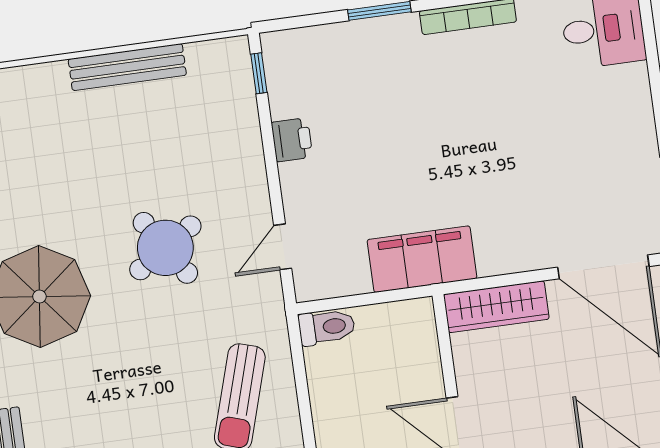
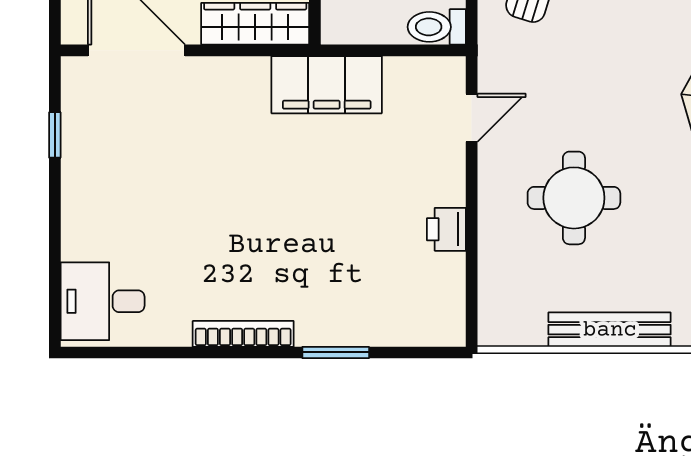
window: (259, 73) -> (472, 304), removed
round table: (165, 248) -> (574, 198), moved, turned 33

